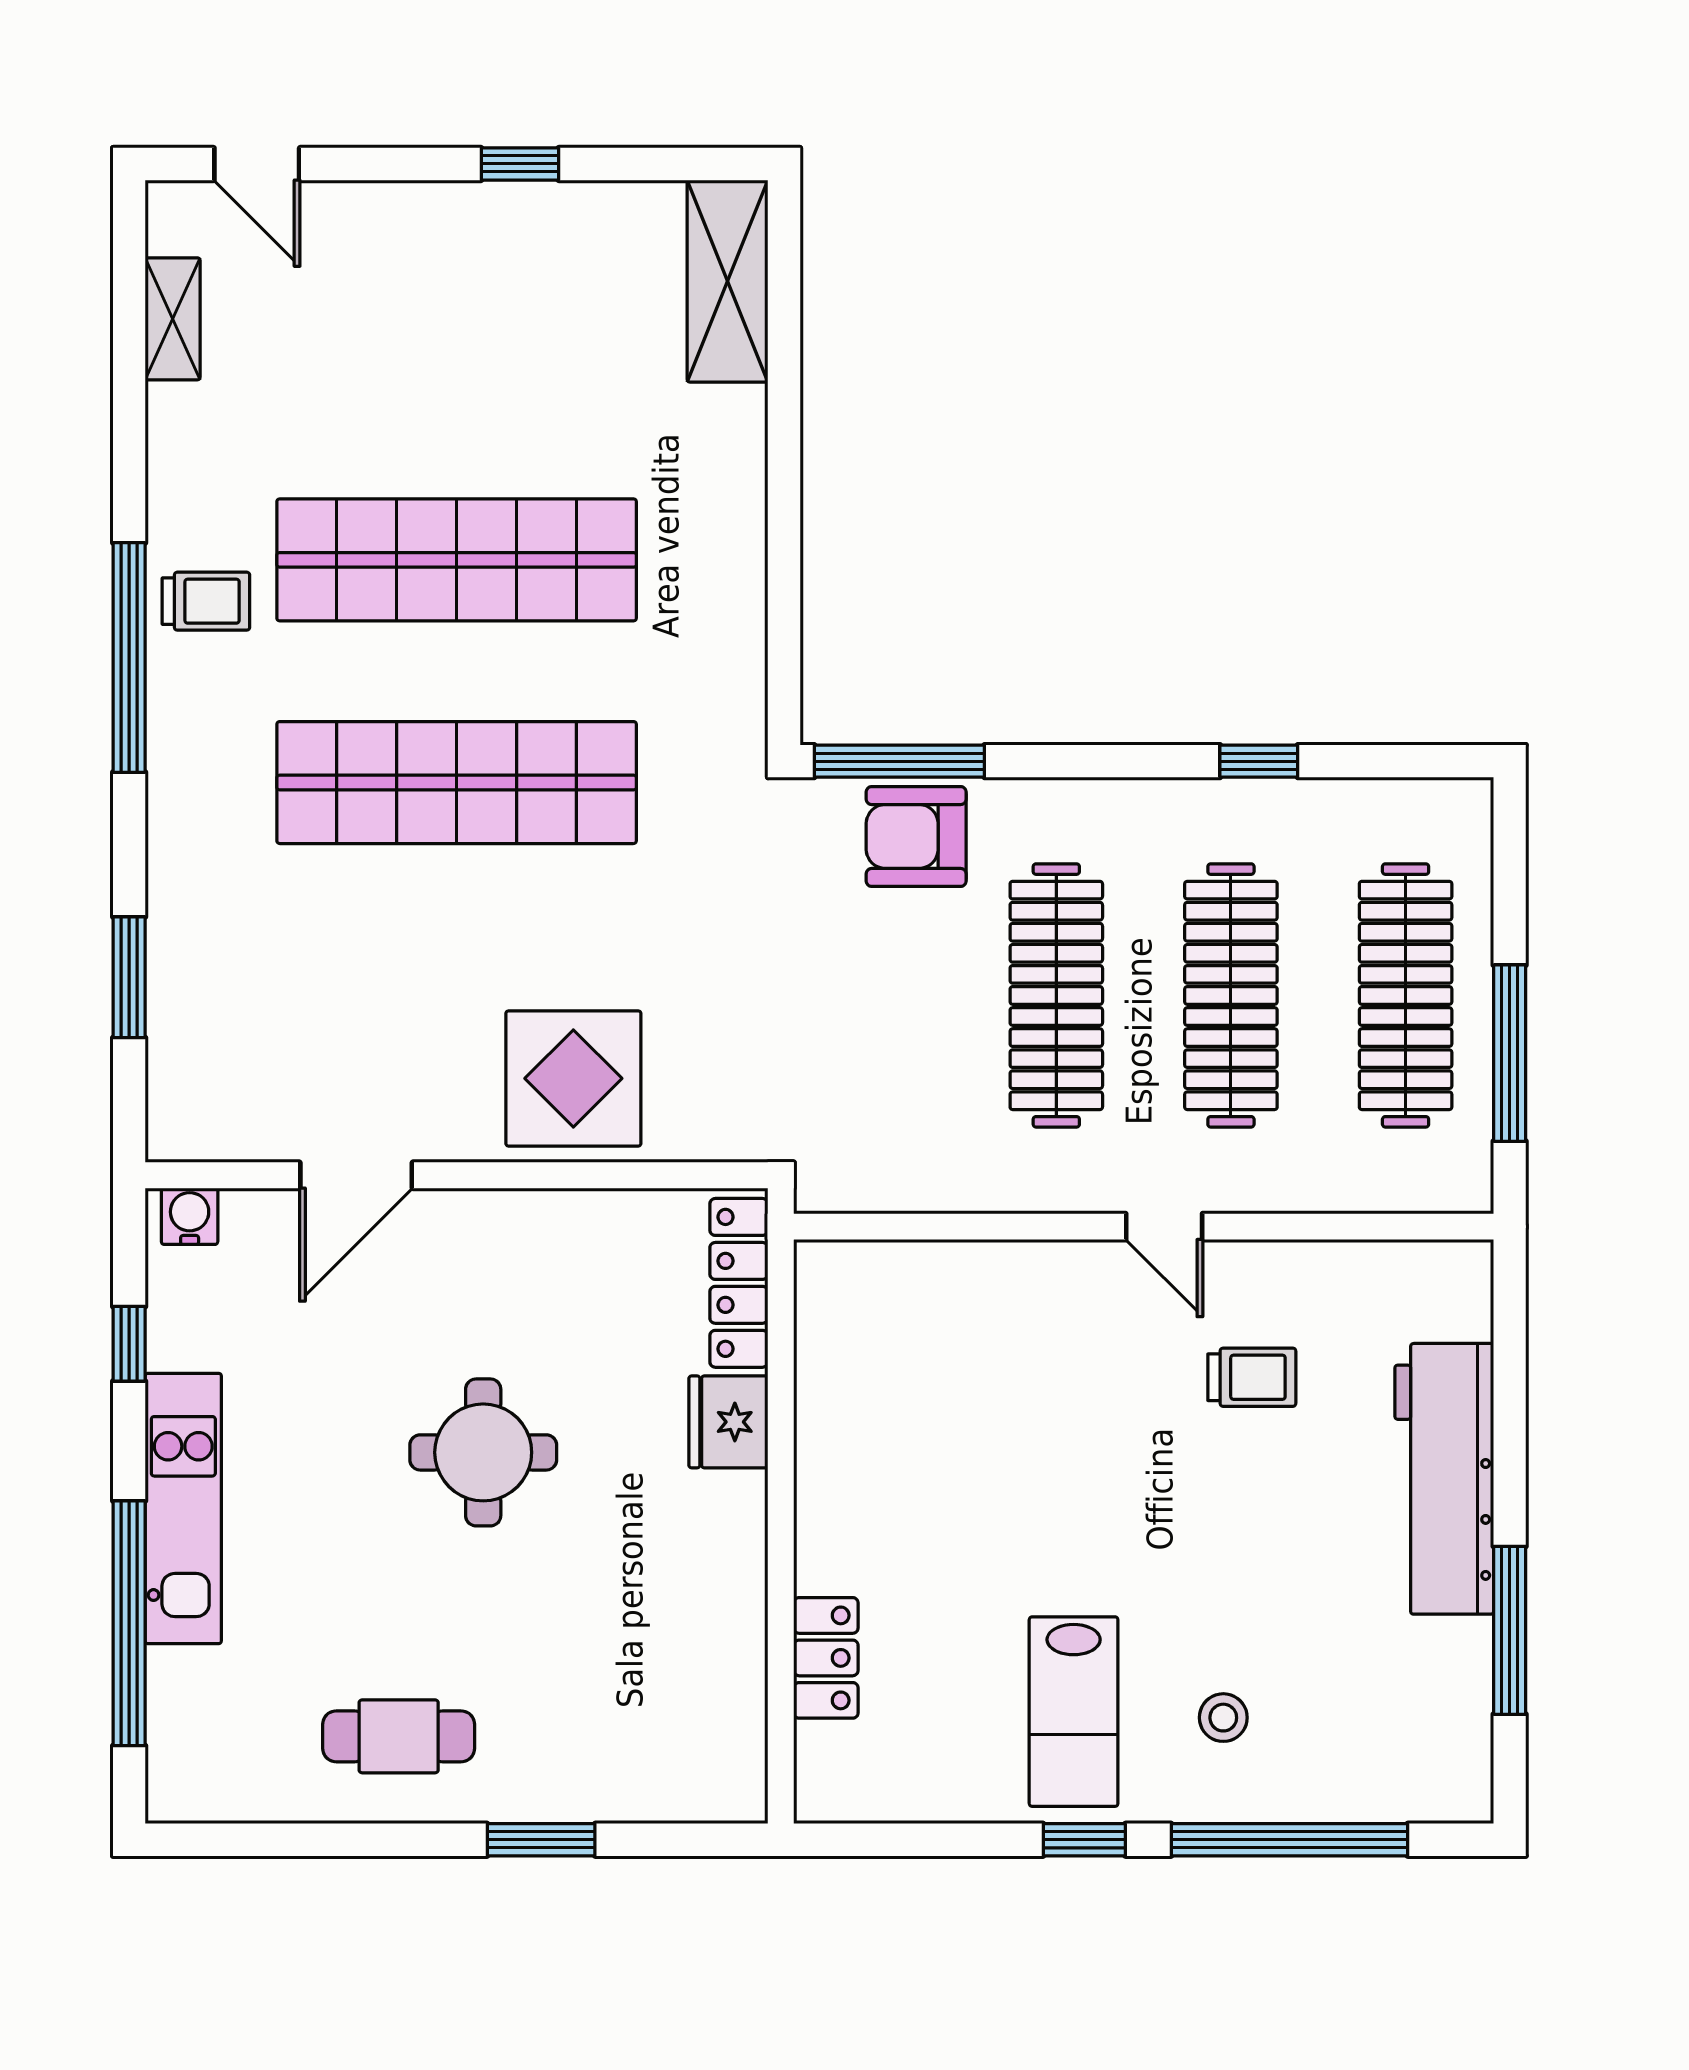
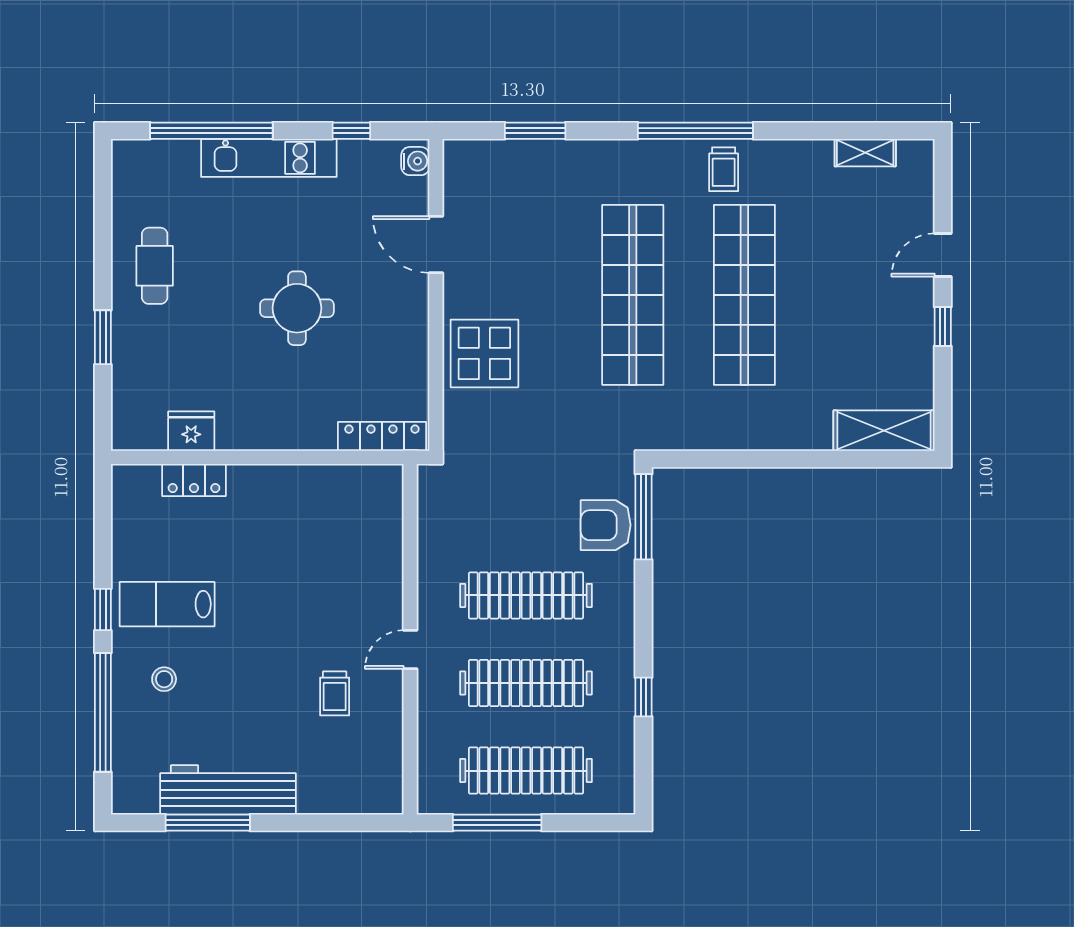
door: (257, 164) -> (943, 255), moved
armchair: (916, 836) -> (606, 525), turned -90
fridge: (728, 1422) -> (191, 431), moved
workbench: (1444, 1479) -> (228, 790), moved

